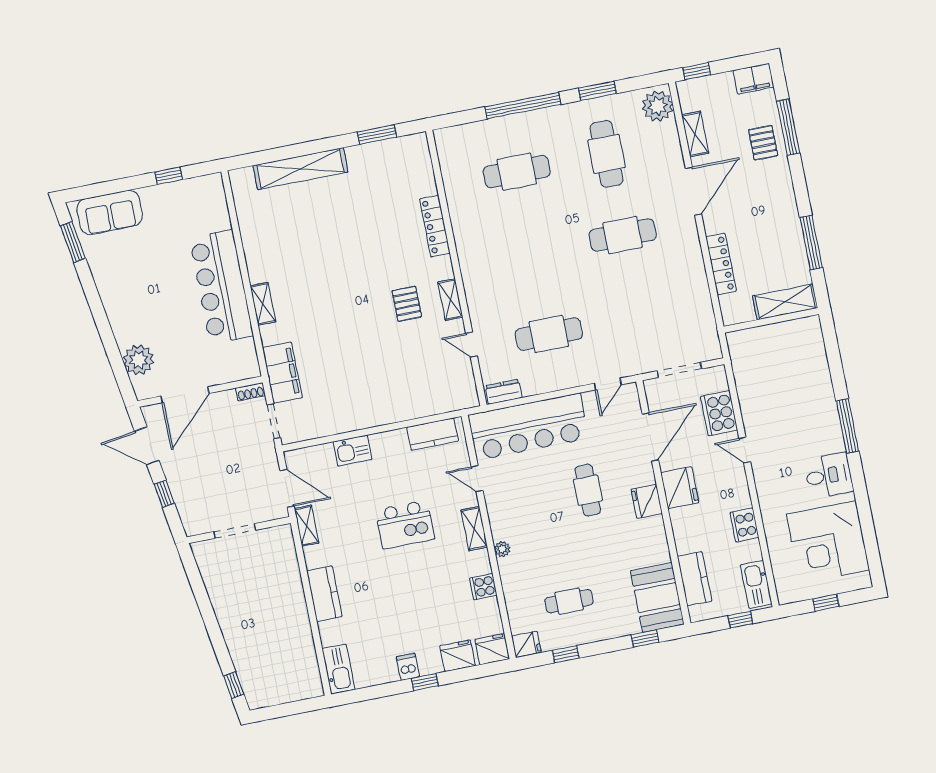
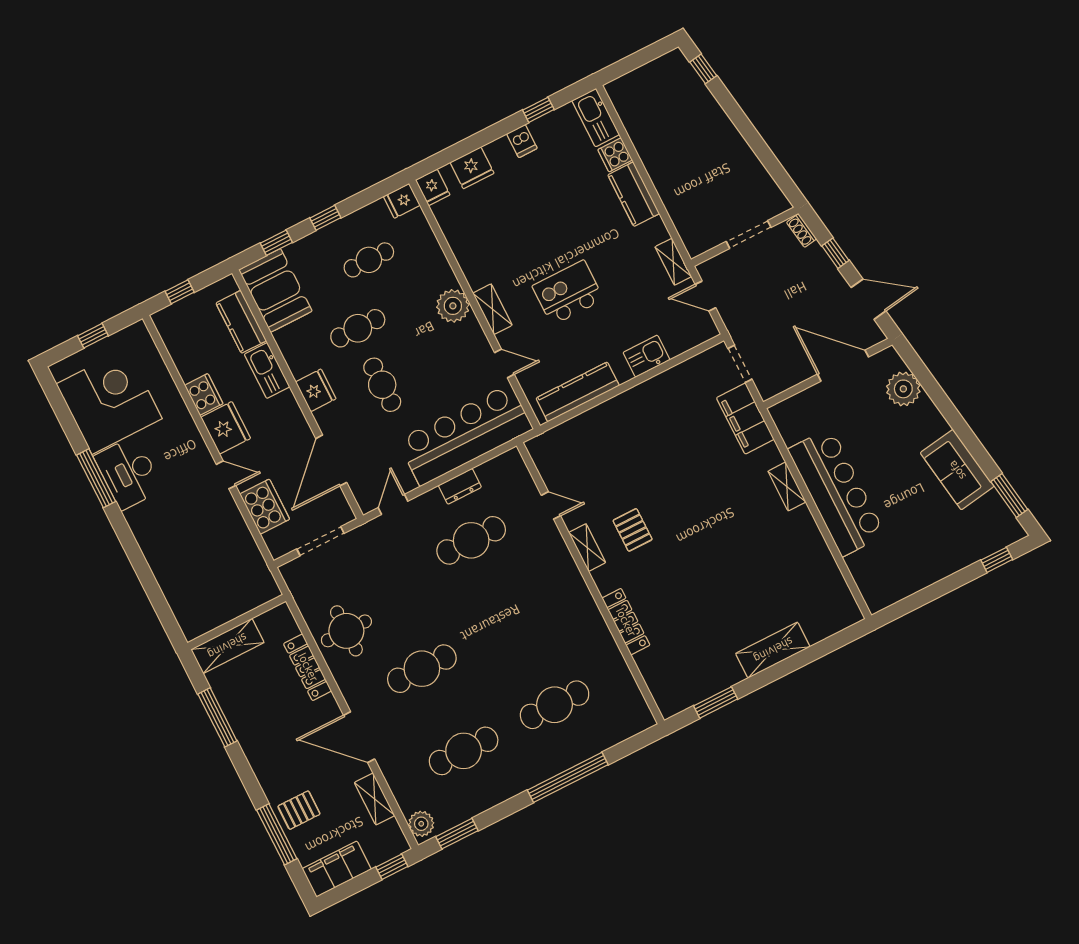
filing cabinet: (754, 79) -> (337, 869), width x1.50, depth x1.17
window: (597, 91) -> (457, 834), moved
plant: (658, 106) -> (421, 824), width x0.73, depth x0.73
pallet: (763, 143) -> (299, 810), turned 90
cafe table: (607, 154) -> (464, 751), turned 90
shelving: (300, 169) -> (773, 650), width x0.68
window: (169, 176) -> (997, 560), moved
door: (693, 191) -> (359, 737), hinge flipped
sofa: (110, 212) -> (957, 470), moved, turned -99
round table: (679, 286) -> (346, 631), added
shoe rack: (251, 392) -> (802, 231), moved, turned -99
dresser: (504, 392) -> (460, 486), moved
door: (185, 395) -> (843, 366), hinge flipped
window: (847, 426) -> (96, 478), moved
kitchen counter: (433, 434) -> (578, 392), width x1.50
desk: (829, 476) -> (128, 473), width x1.37
door: (287, 488) -> (705, 296), width x0.73
fridge: (680, 488) -> (226, 428), moved, turned 180
cafe table: (595, 545) -> (358, 328), added
plant: (502, 549) -> (453, 306), width x1.87, depth x1.87
kitchen sink: (756, 584) -> (267, 371), moved, turned 180
cooker: (483, 587) -> (615, 155), moved, turned 180
fridge: (492, 649) -> (433, 187), width x0.72
window: (566, 654) -> (325, 218), moved
window: (425, 682) -> (538, 110), moved

